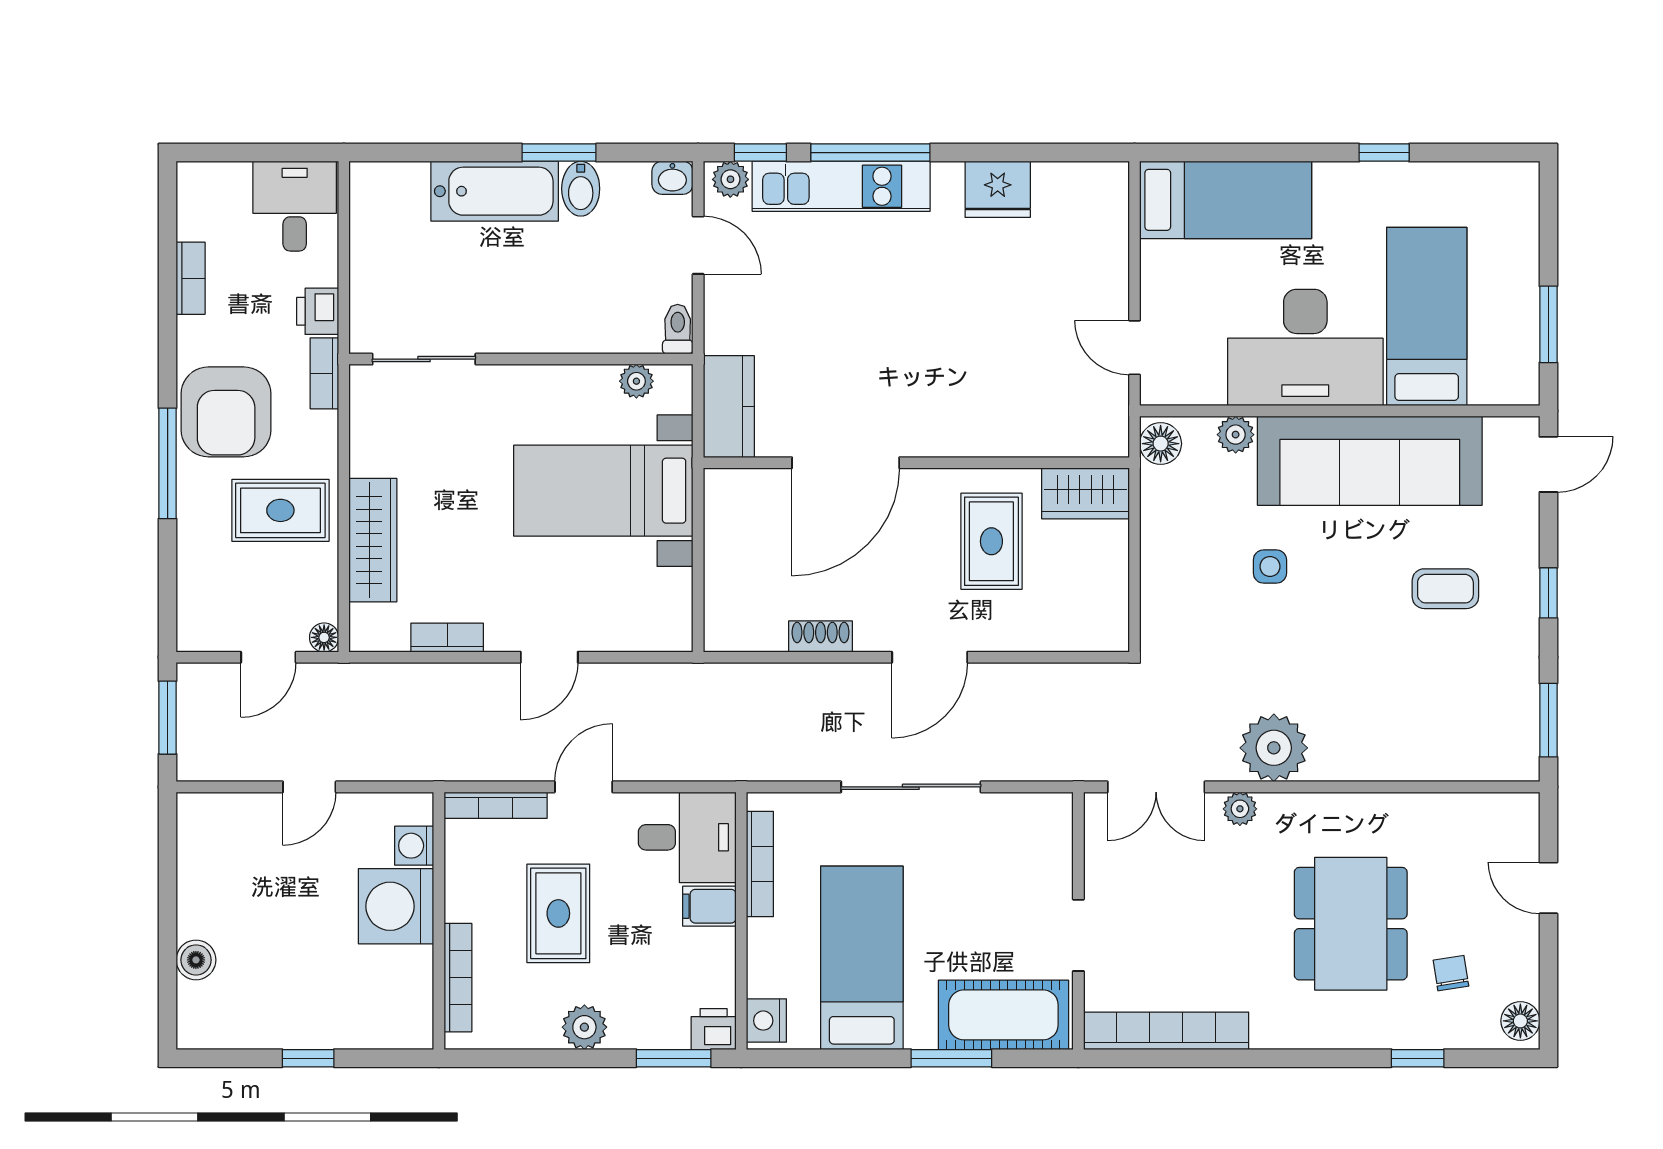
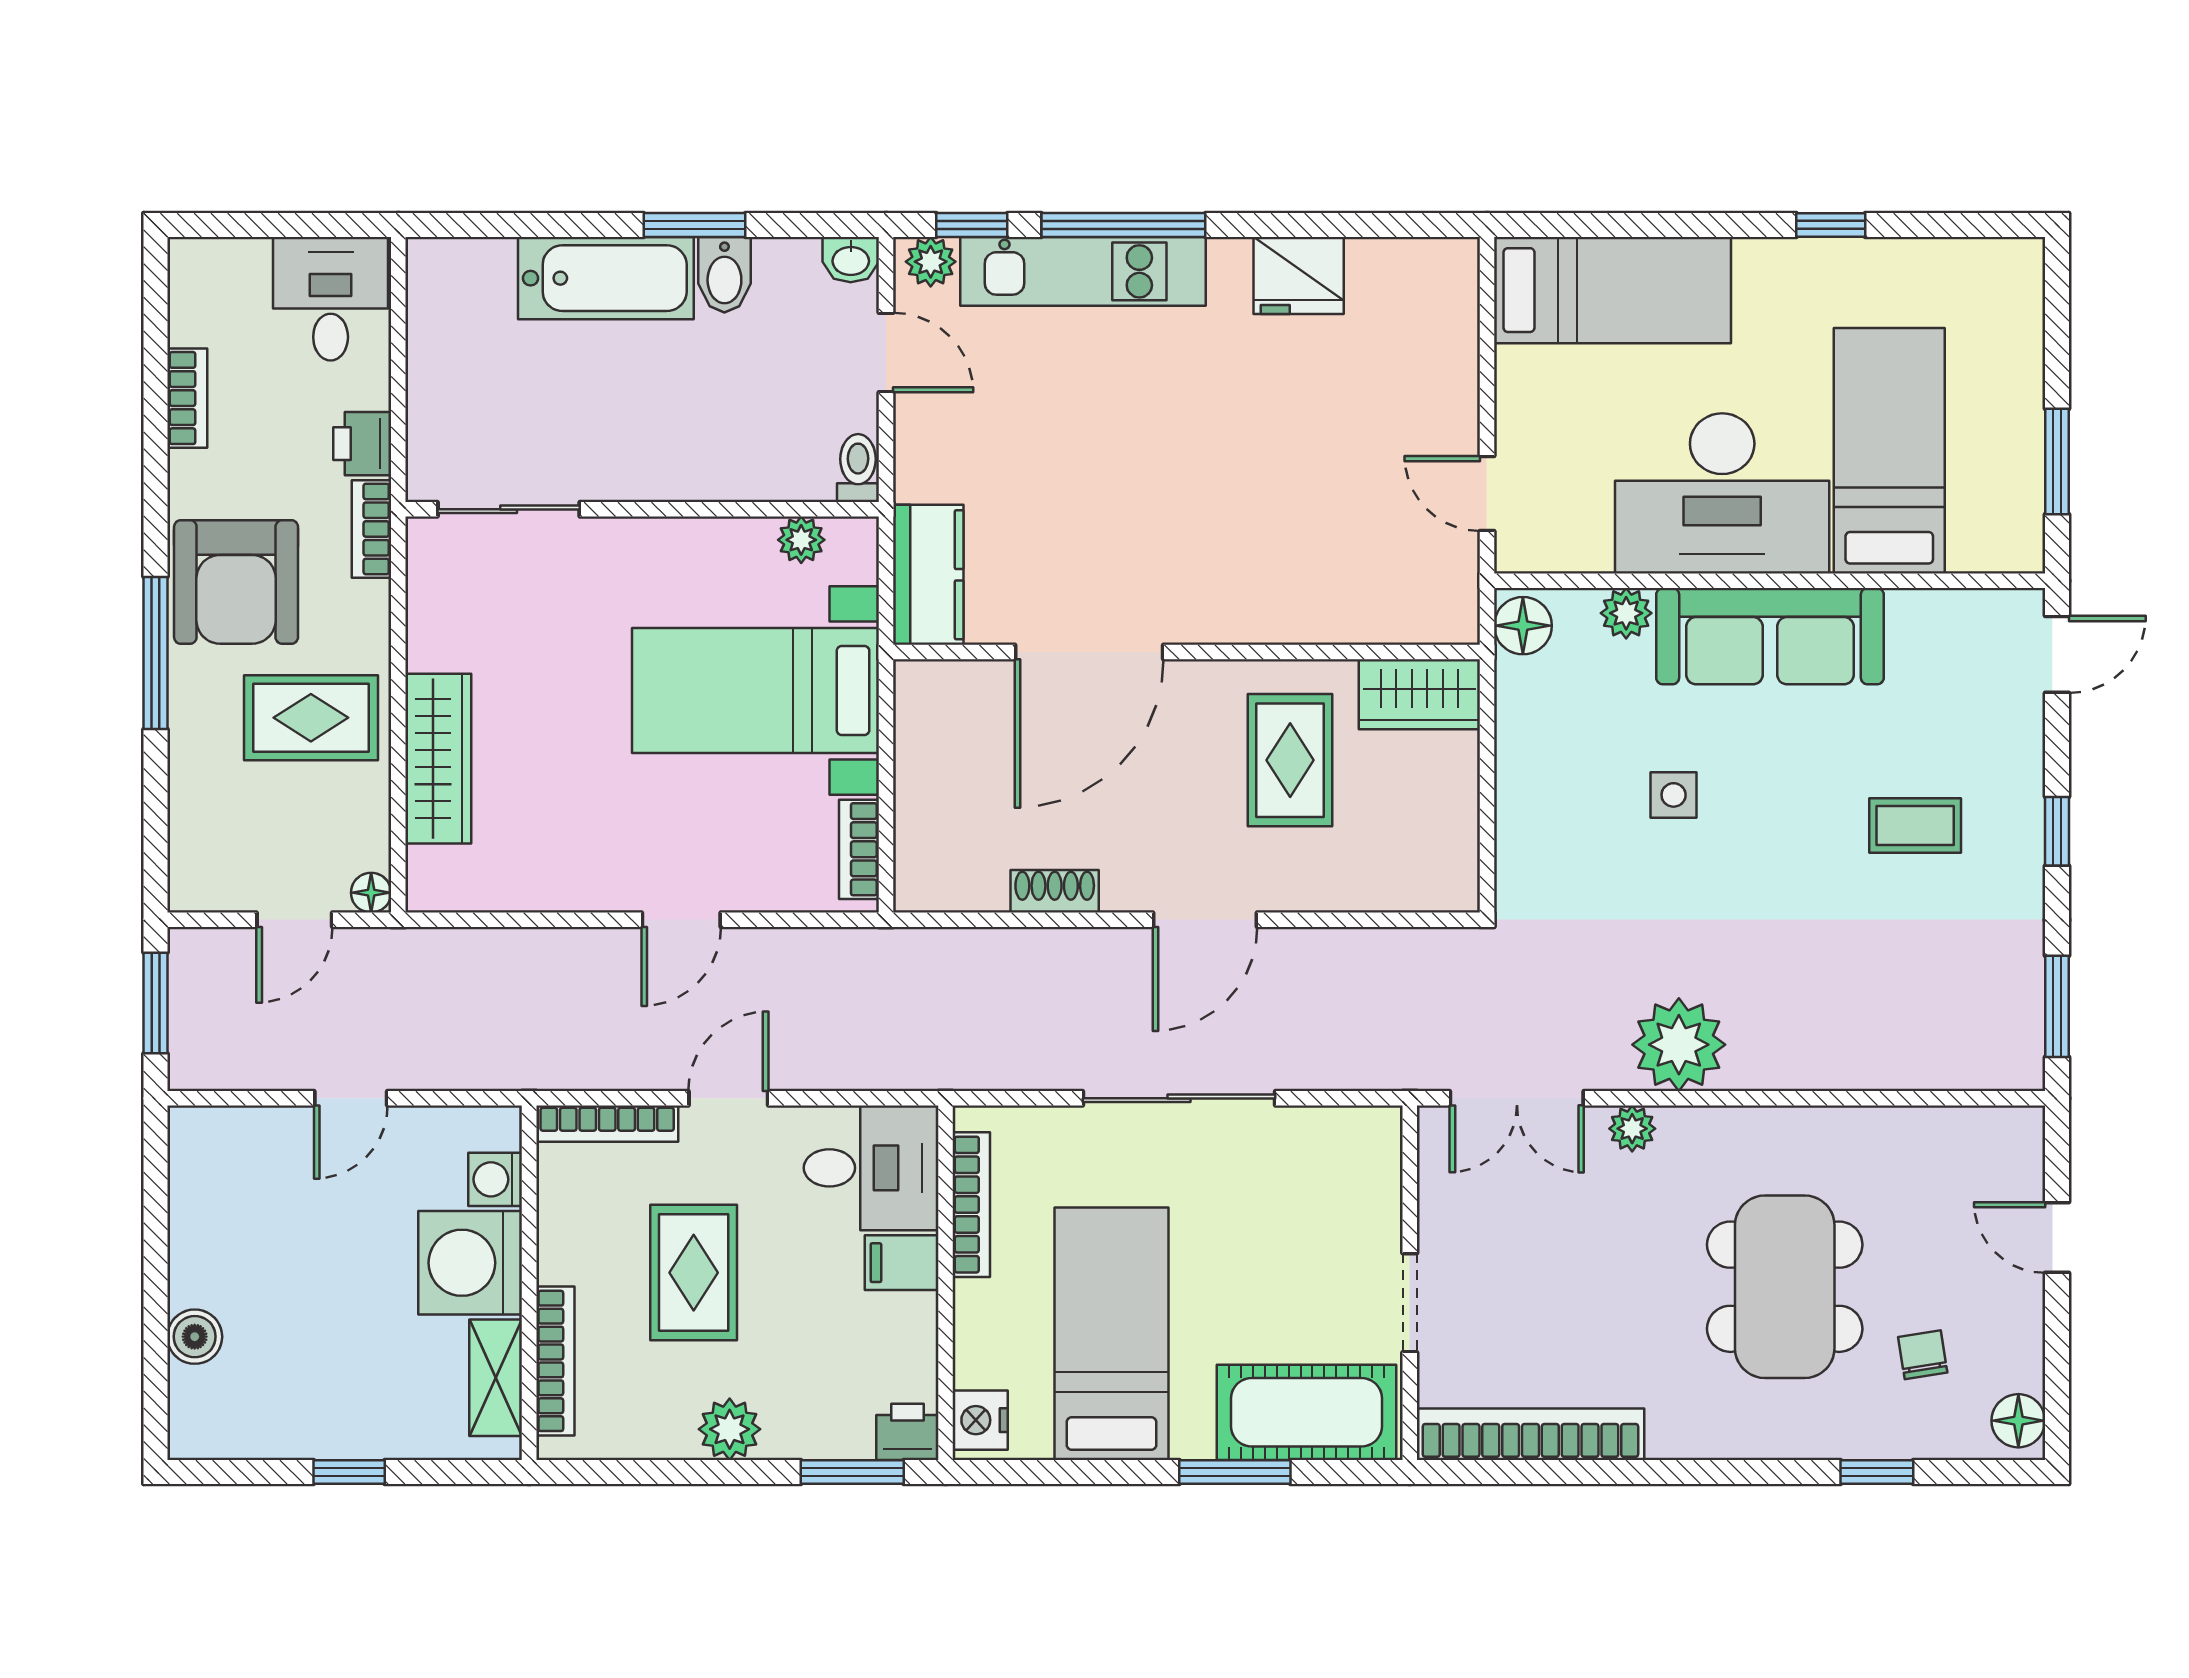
sofa: (1370, 461) -> (1770, 636), width x0.74, depth x0.79
bookcase: (447, 638) -> (859, 849), moved, turned -90
shelving: (415, 990) -> (496, 1378), added

